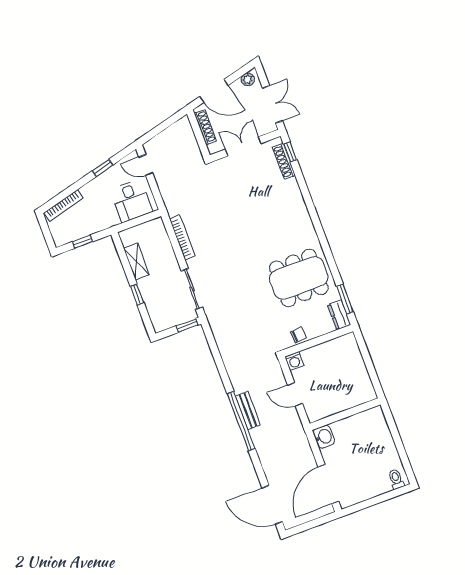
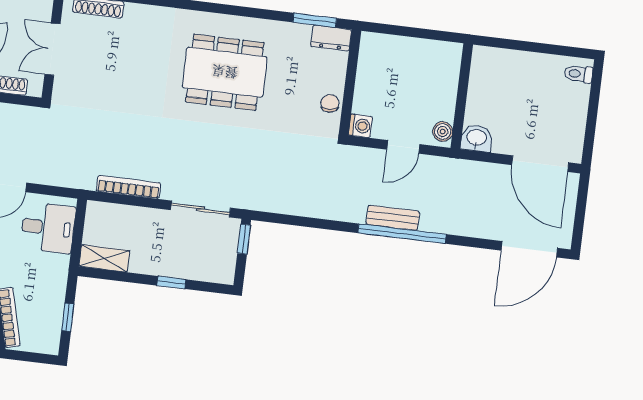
shelving: (137, 262) -> (104, 258), moved
dining table: (299, 278) -> (225, 72), moved, turned 90
boiler: (317, 414) -> (443, 131), added

